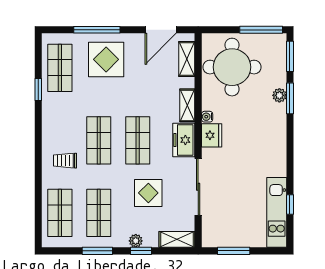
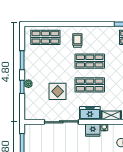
shop shelf: (99, 213) -> (45, 61), removed
shelving: (177, 239) -> (29, 109), removed

